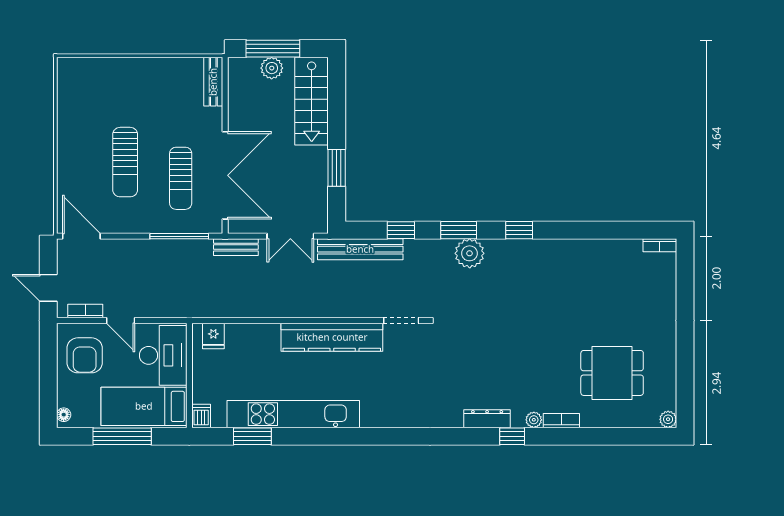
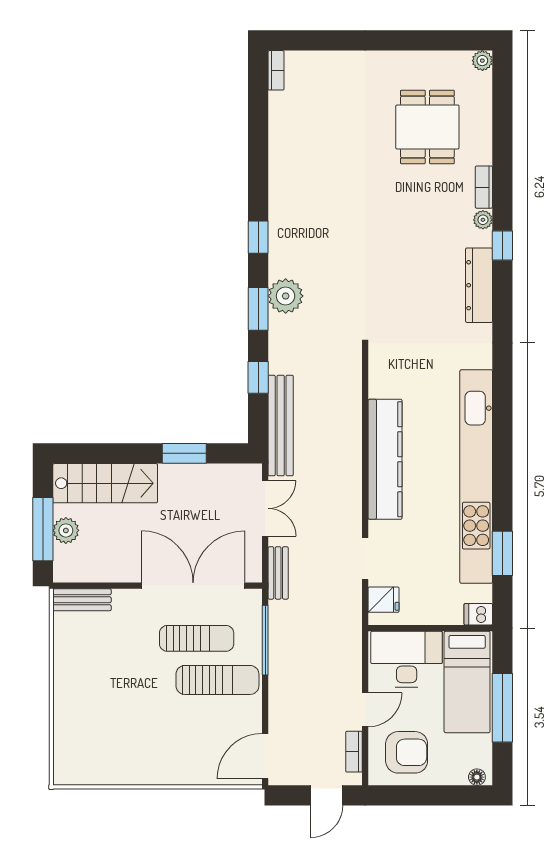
sun lounger: (125, 162) -> (217, 680), moved
doorway: (401, 321) -> (365, 559), moved
kitchen unit: (293, 414) -> (476, 477), width x1.36
dresser: (487, 419) -> (479, 285), width x1.37, depth x1.24

